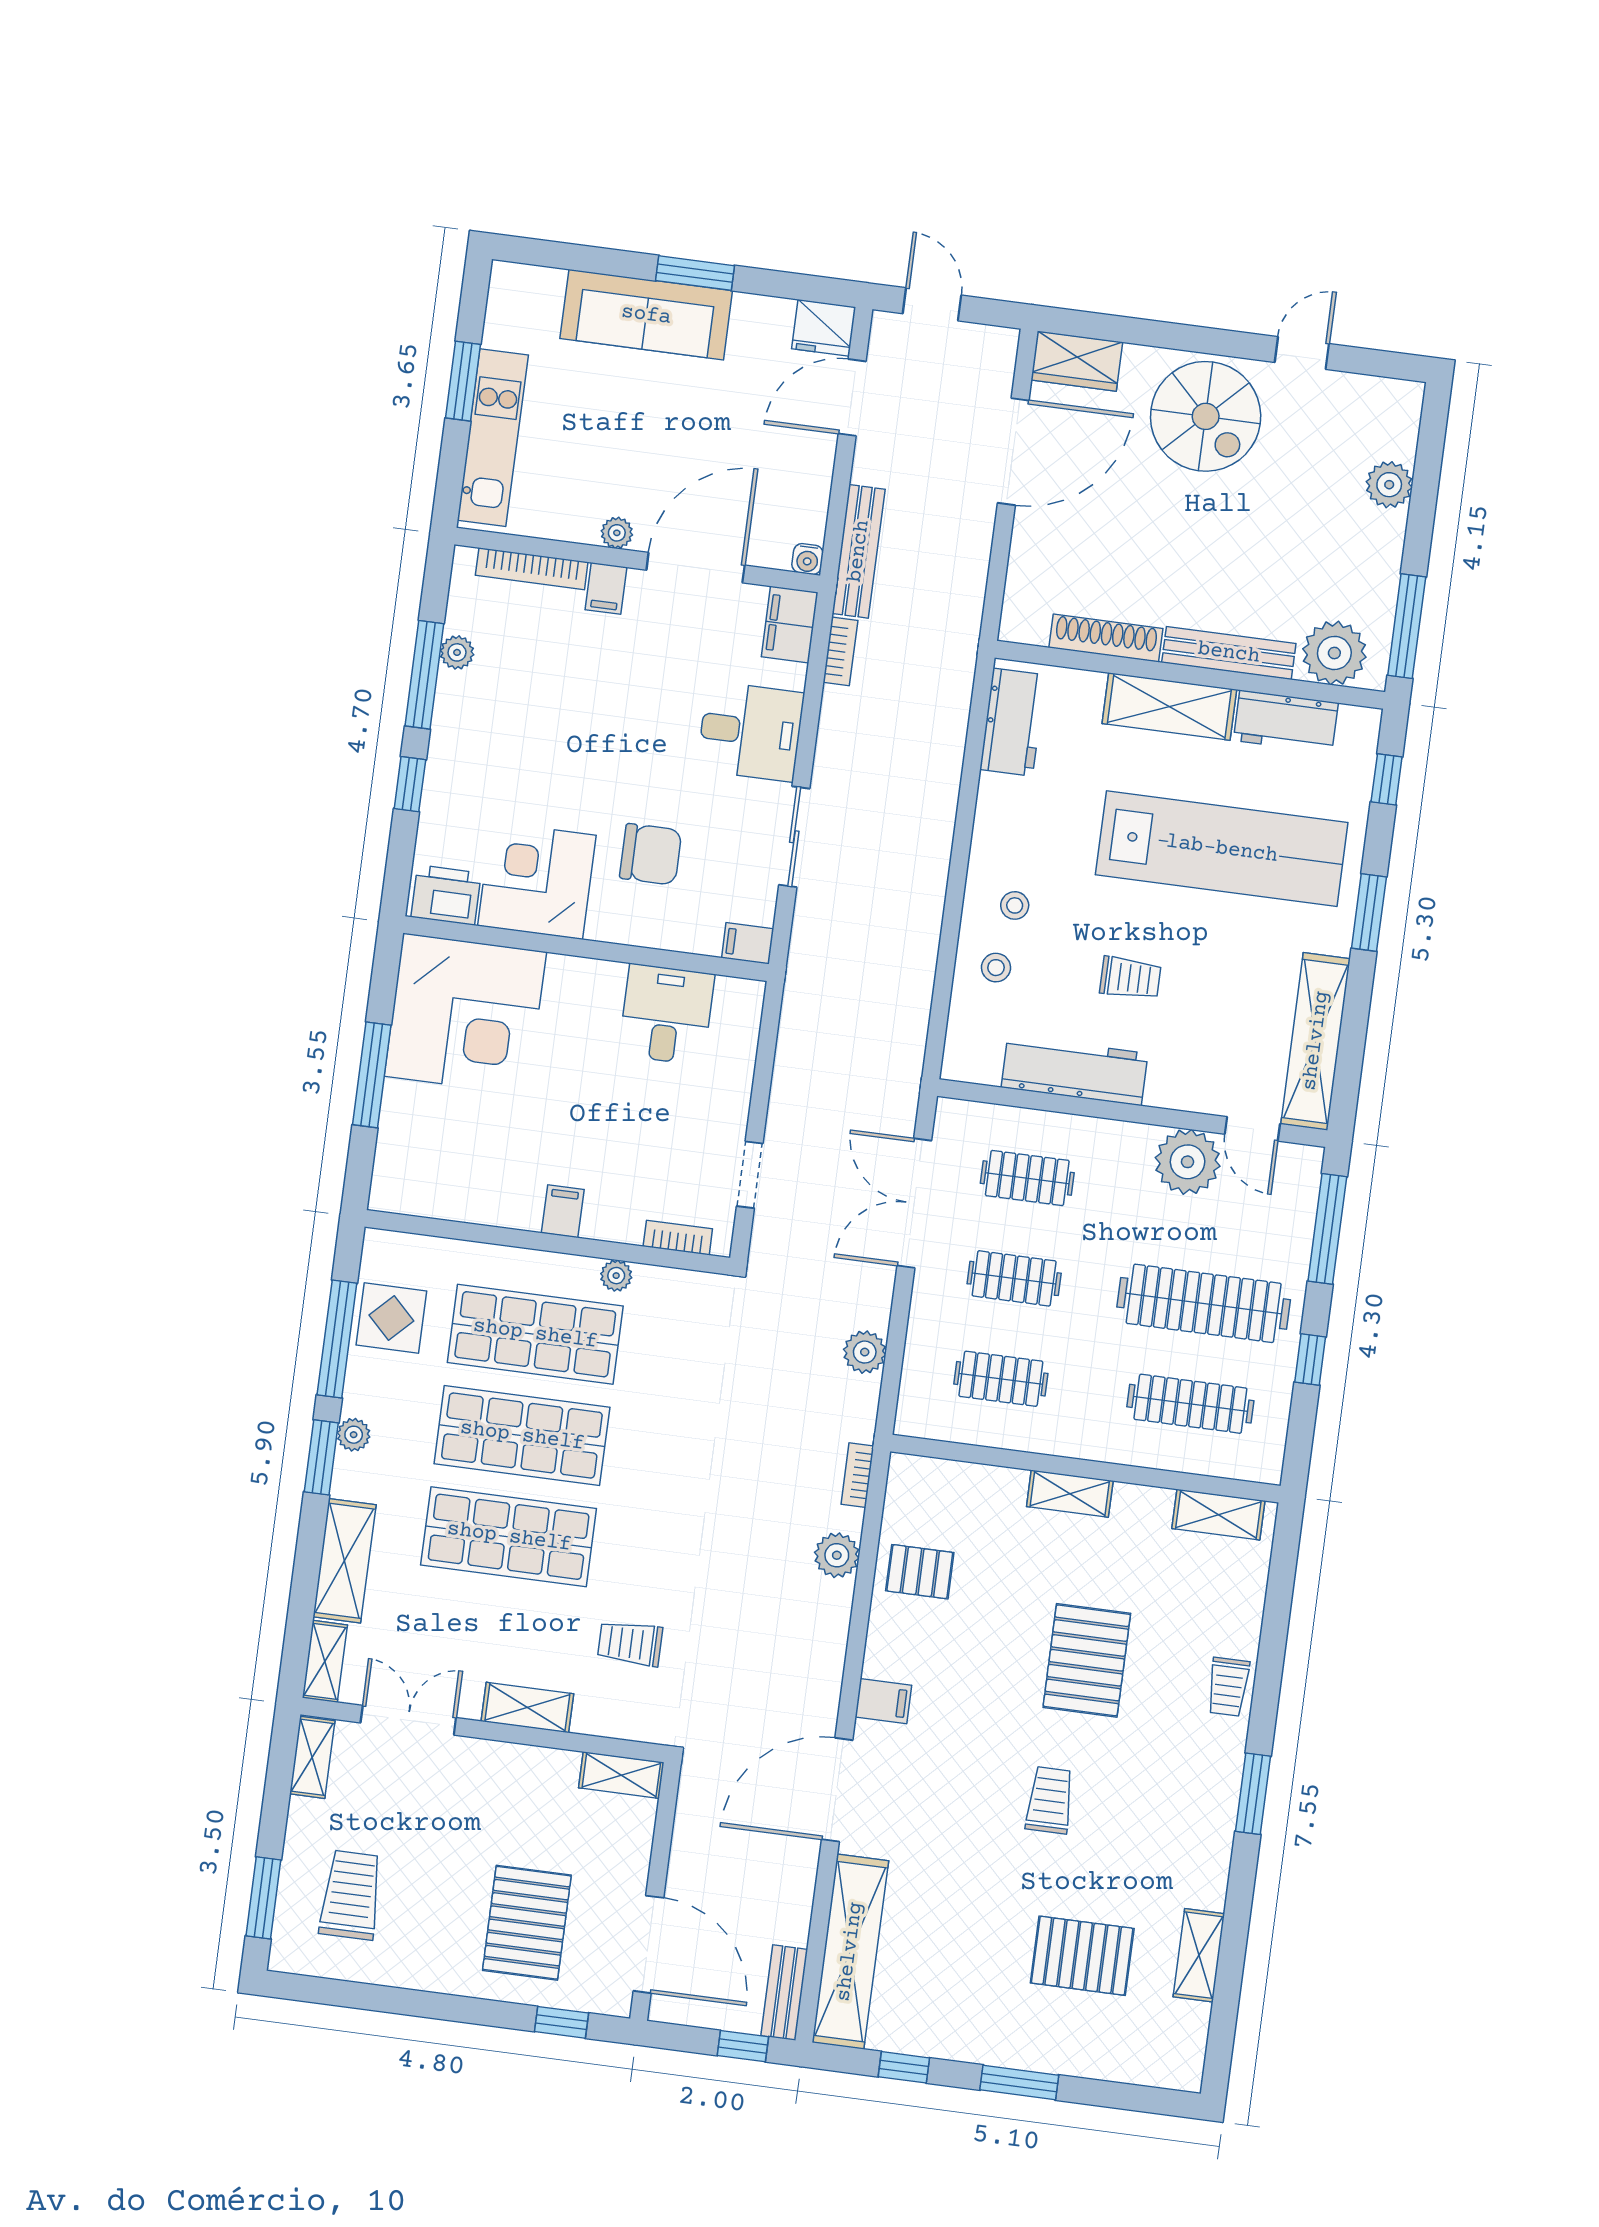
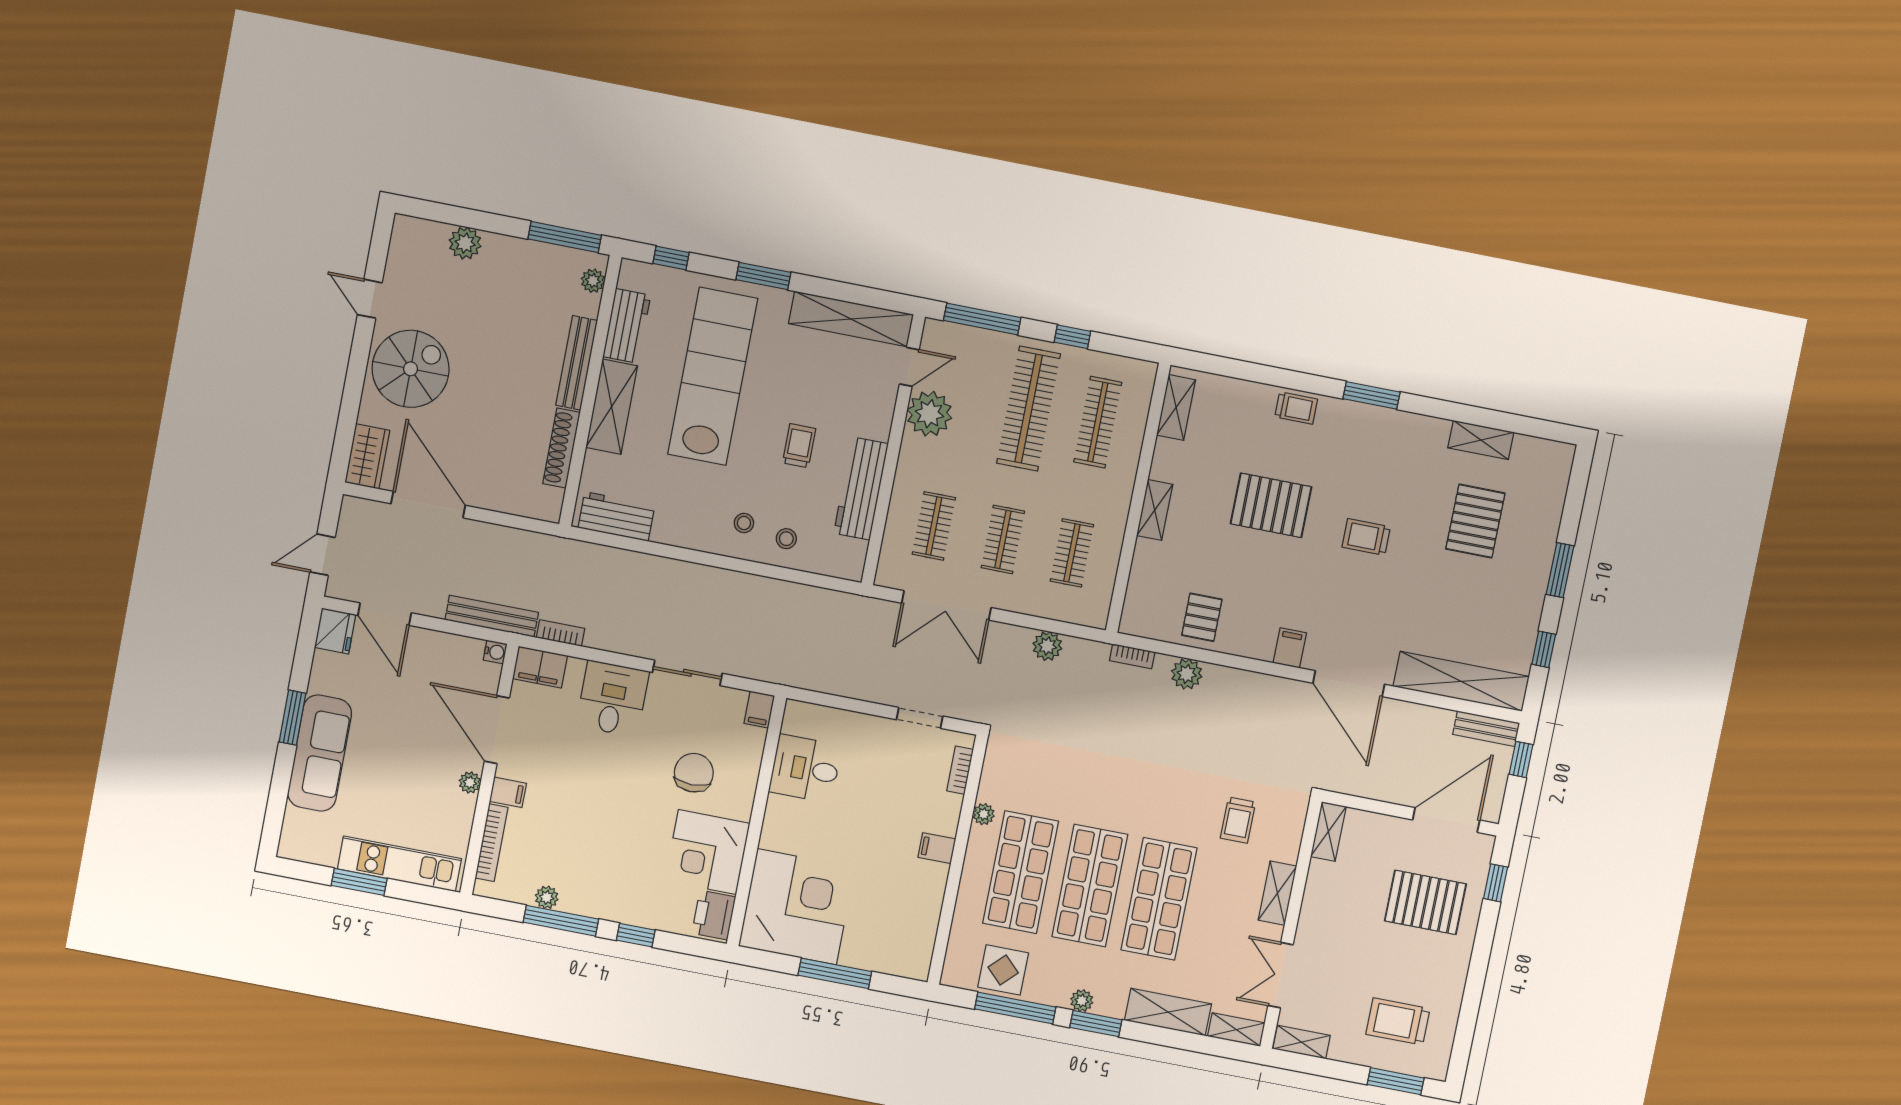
plant: (1334, 653) -> (593, 281), width x0.53, depth x0.53

